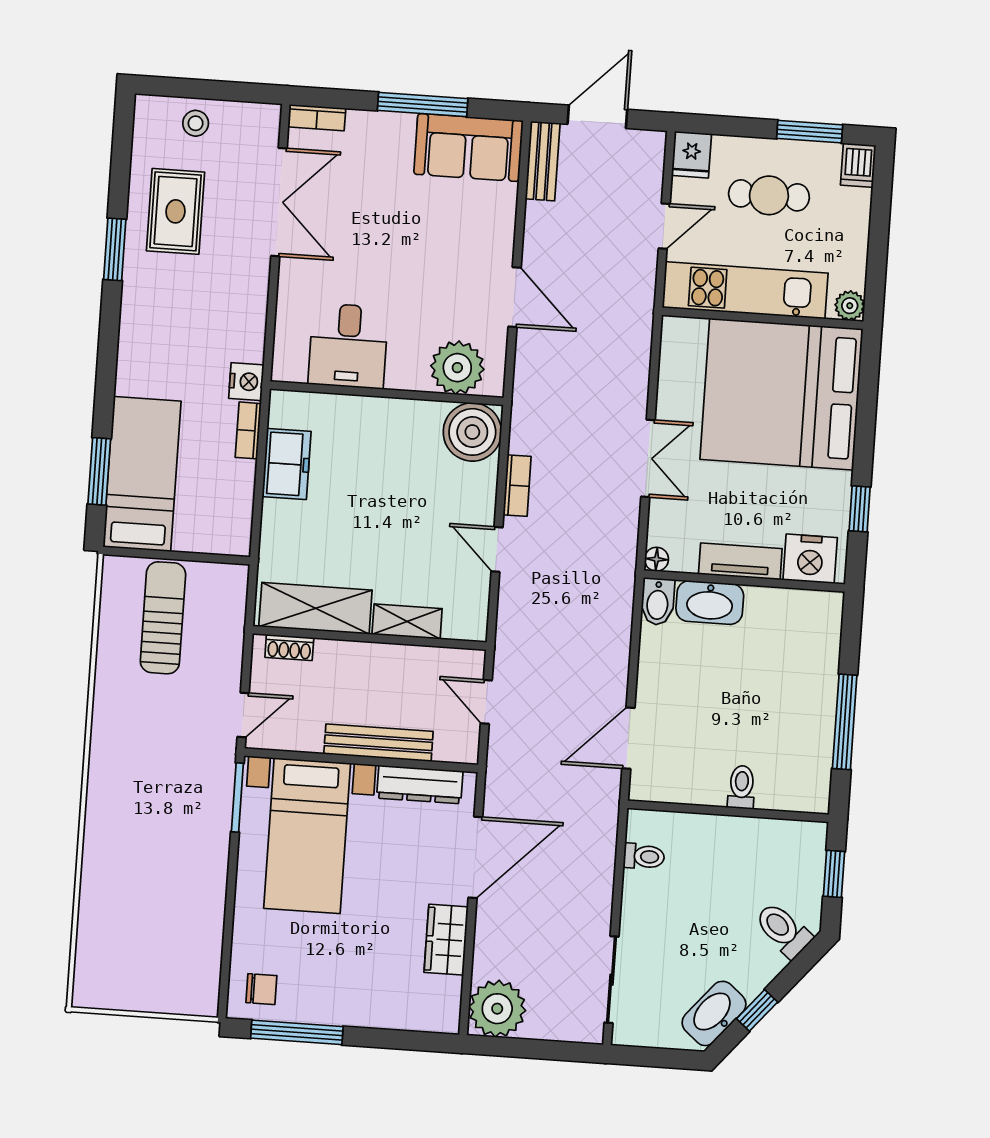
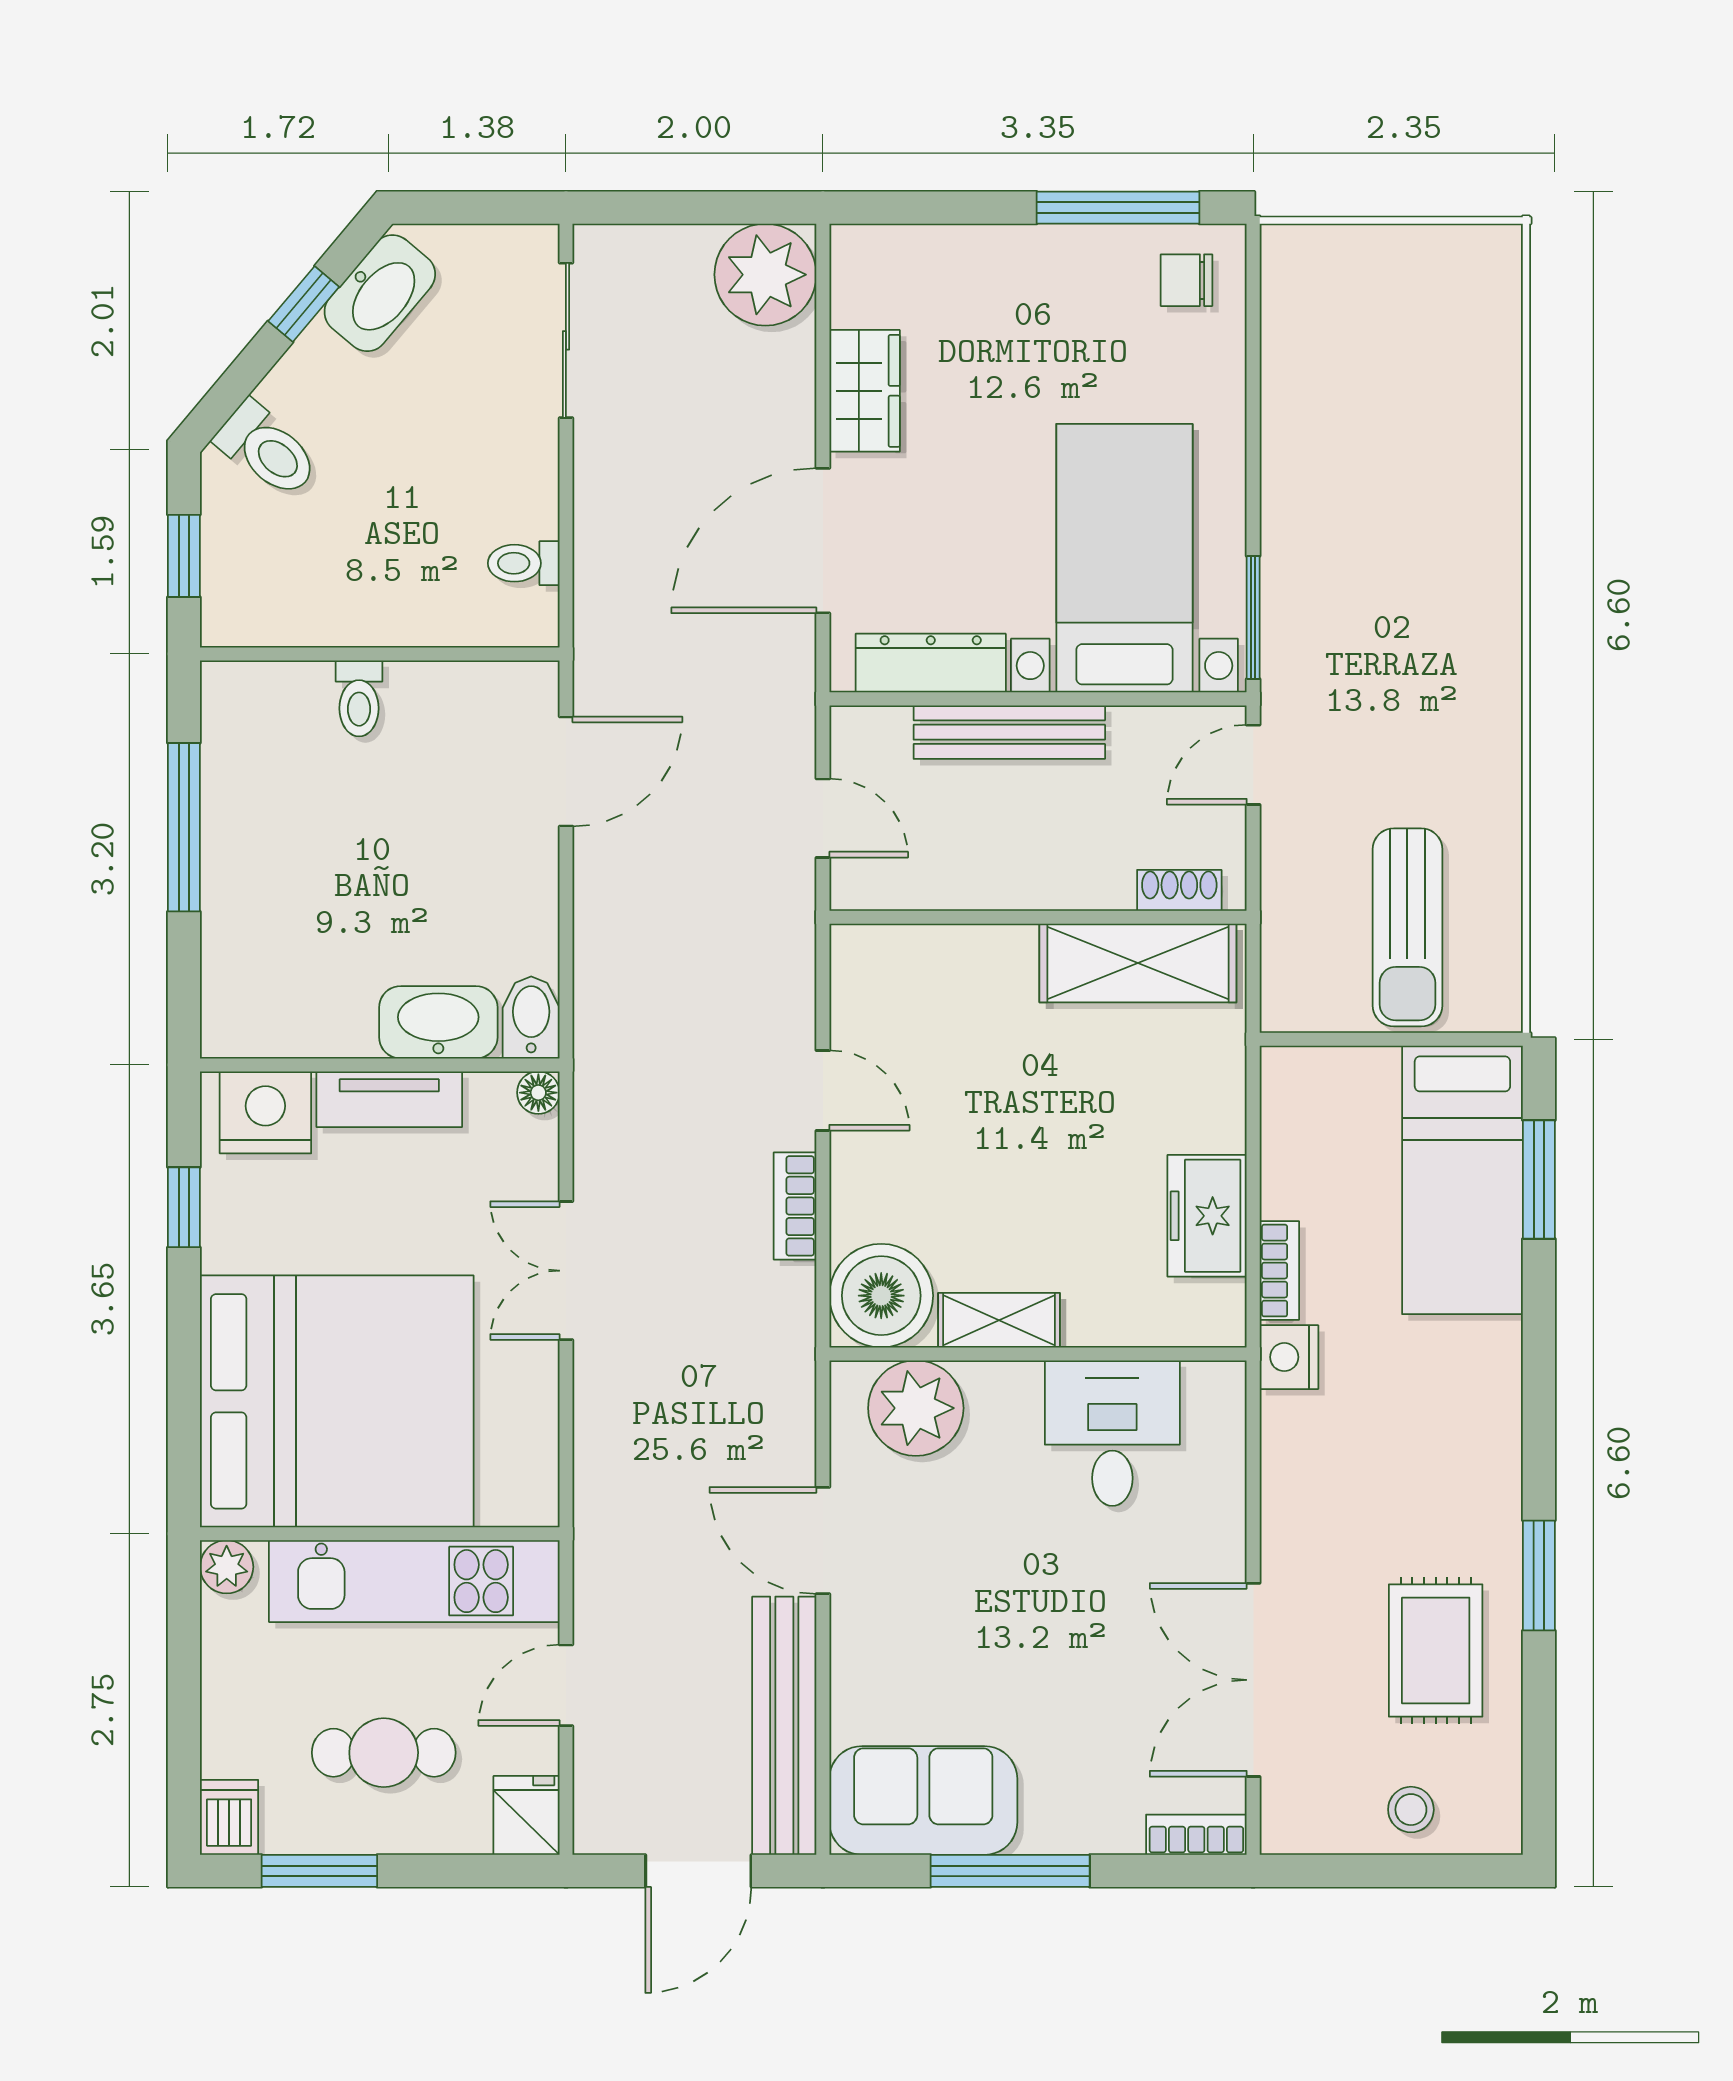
bench: (543, 161) -> (784, 1726), width x1.86, depth x1.21
shelving: (407, 621) -> (999, 1320), moved

